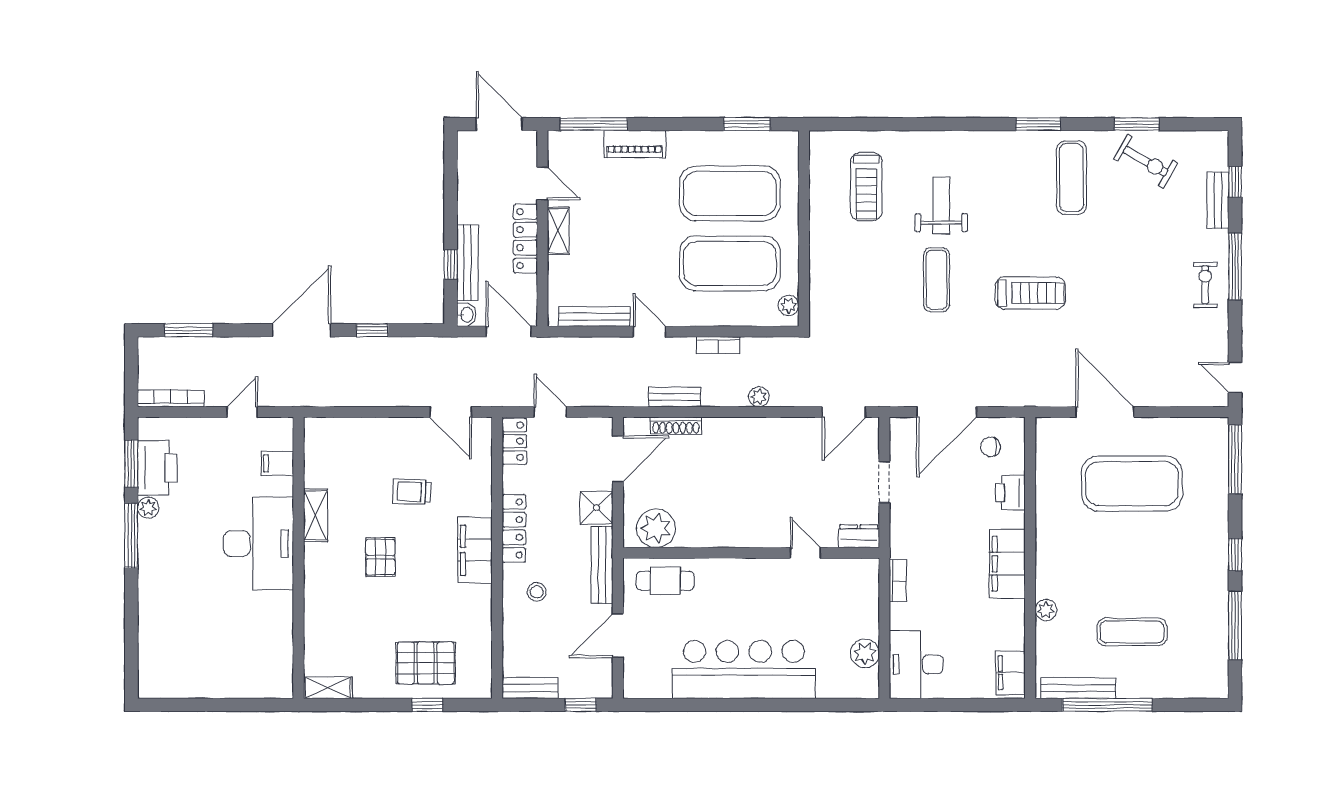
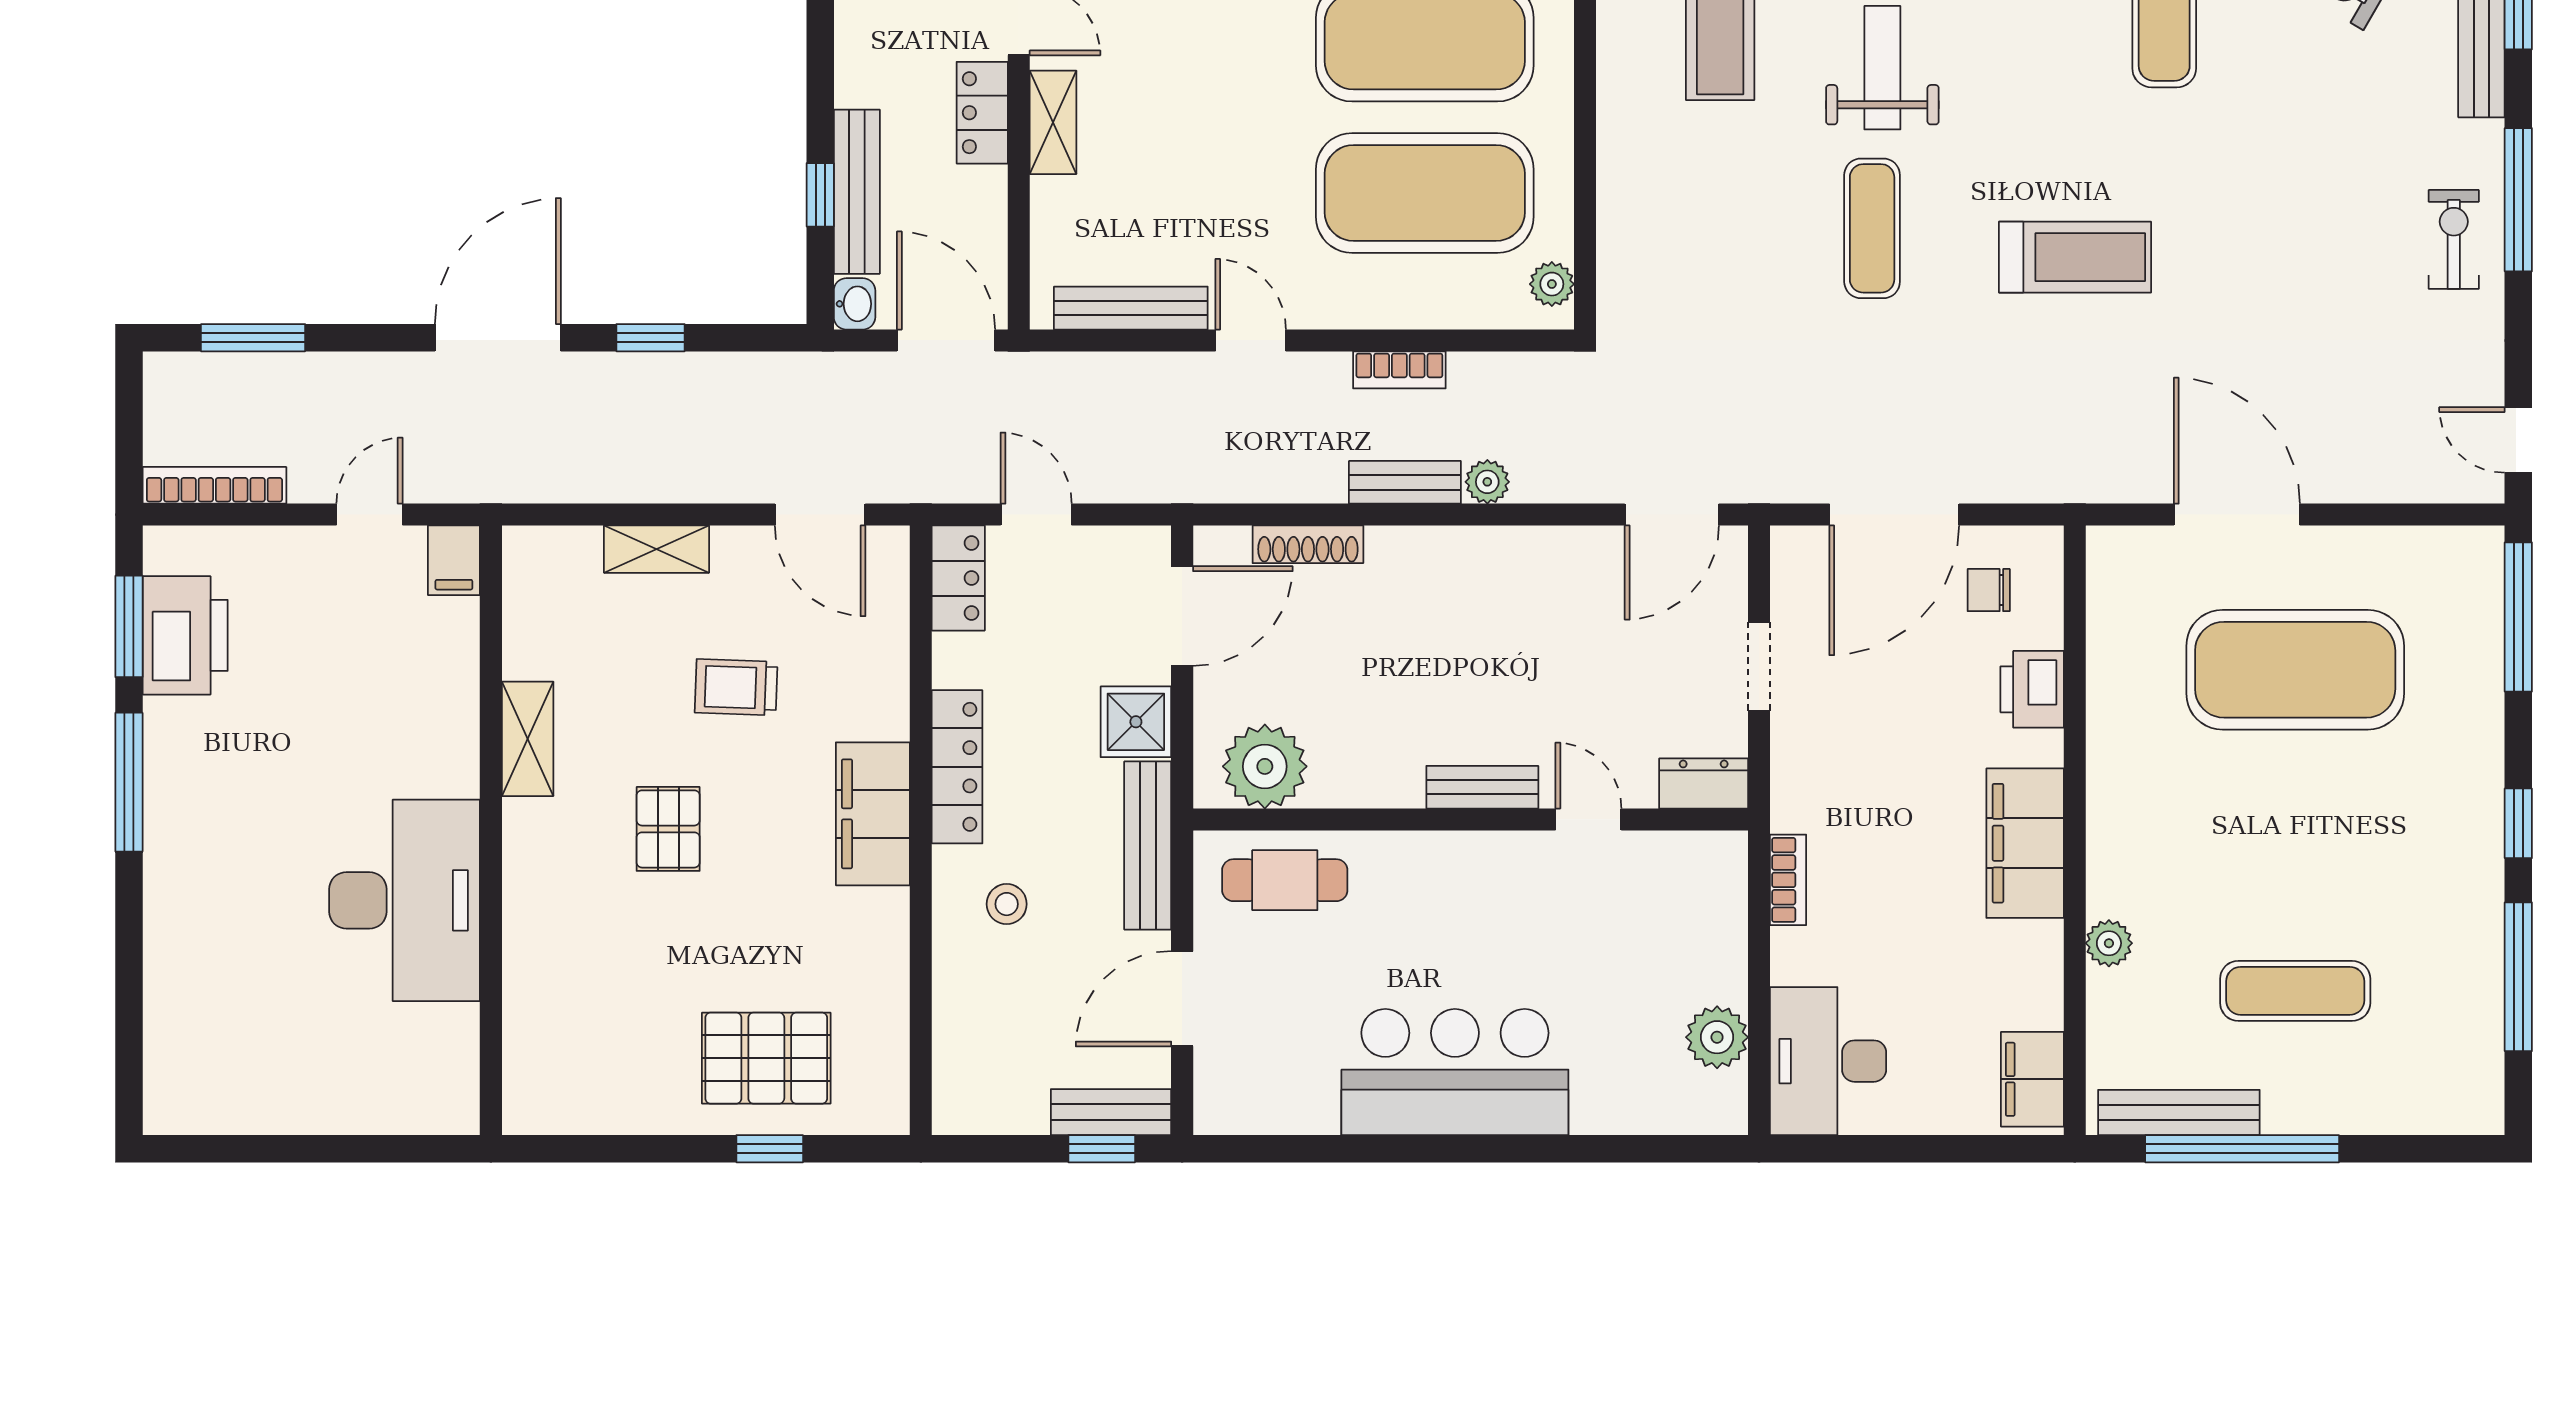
locker: (525, 239) -> (982, 113), width x0.66
bench: (674, 397) -> (1405, 482), moved
filing cabinet: (277, 463) -> (454, 560), moved, turned -90
plant: (148, 508) -> (165, 722), removed
bench: (756, 538) -> (1482, 787), added
desk: (259, 544) -> (405, 900), moved
bar counter: (744, 669) -> (1455, 1072), width x0.73
shelving: (328, 688) -> (656, 549), moved
bench: (530, 688) -> (1111, 1112), moved

